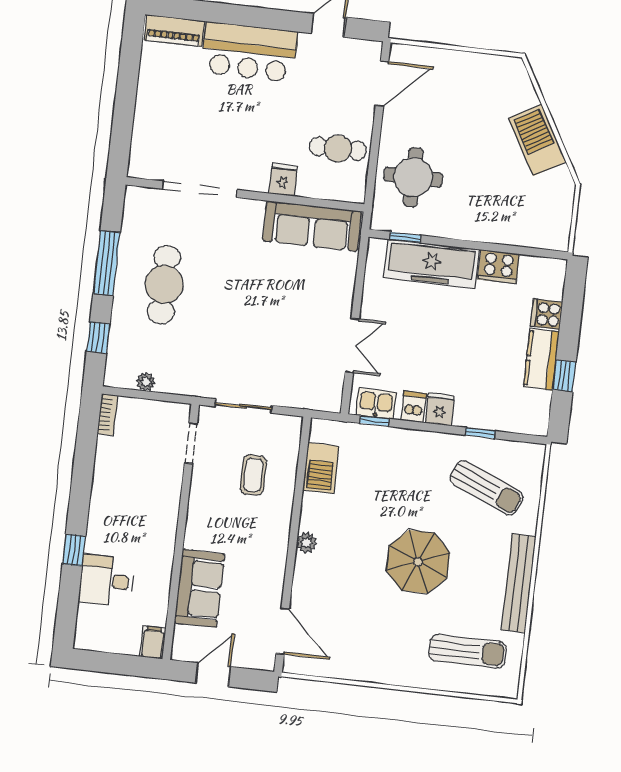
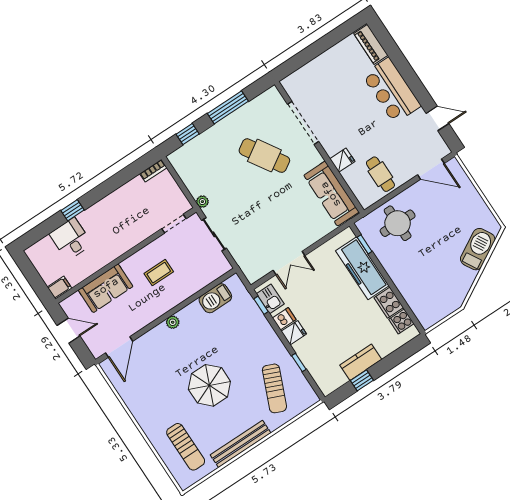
barbecue: (537, 140) -> (478, 249), moved
cafe table: (164, 284) -> (264, 156), moved, turned 58
cooker: (547, 314) -> (401, 321), moved, turned -90
plant: (146, 382) -> (202, 202), moved
coffee table: (253, 475) -> (159, 273), moved

